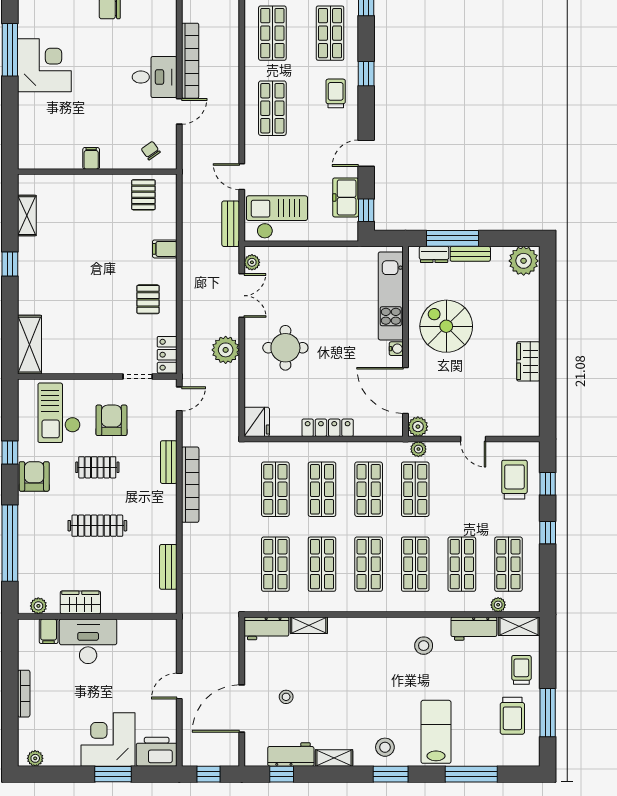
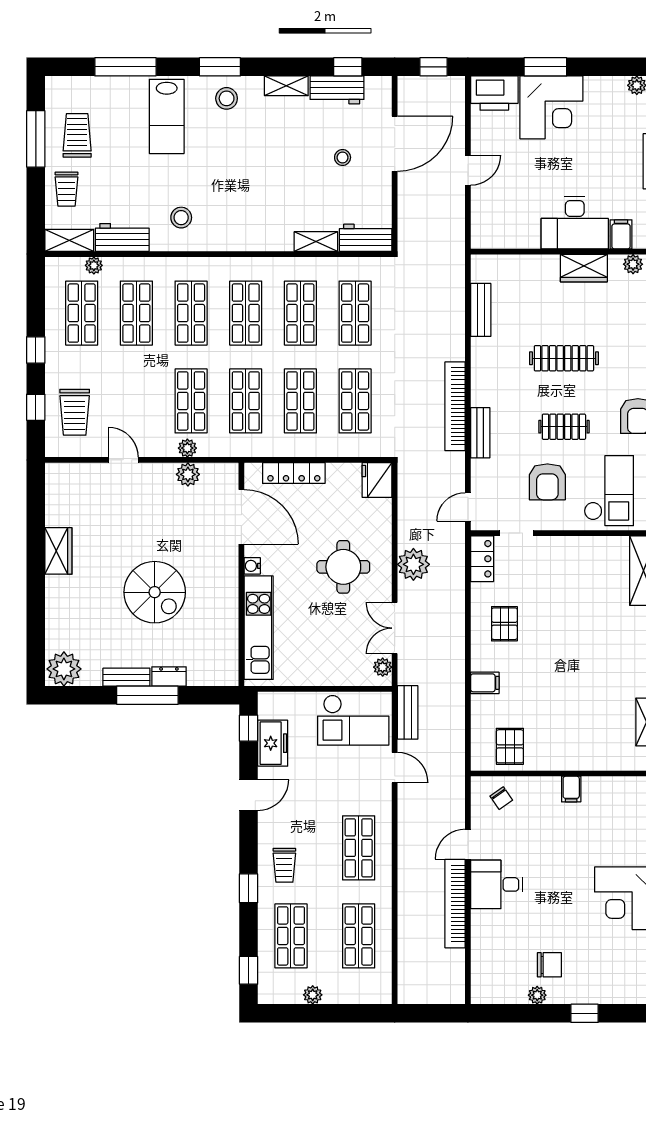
kitchen unit: (391, 296) -> (259, 628), moved
wall: (406, 341) -> (241, 574), moved
water cooler: (396, 349) -> (252, 566), moved
door: (406, 390) -> (241, 517), moved

